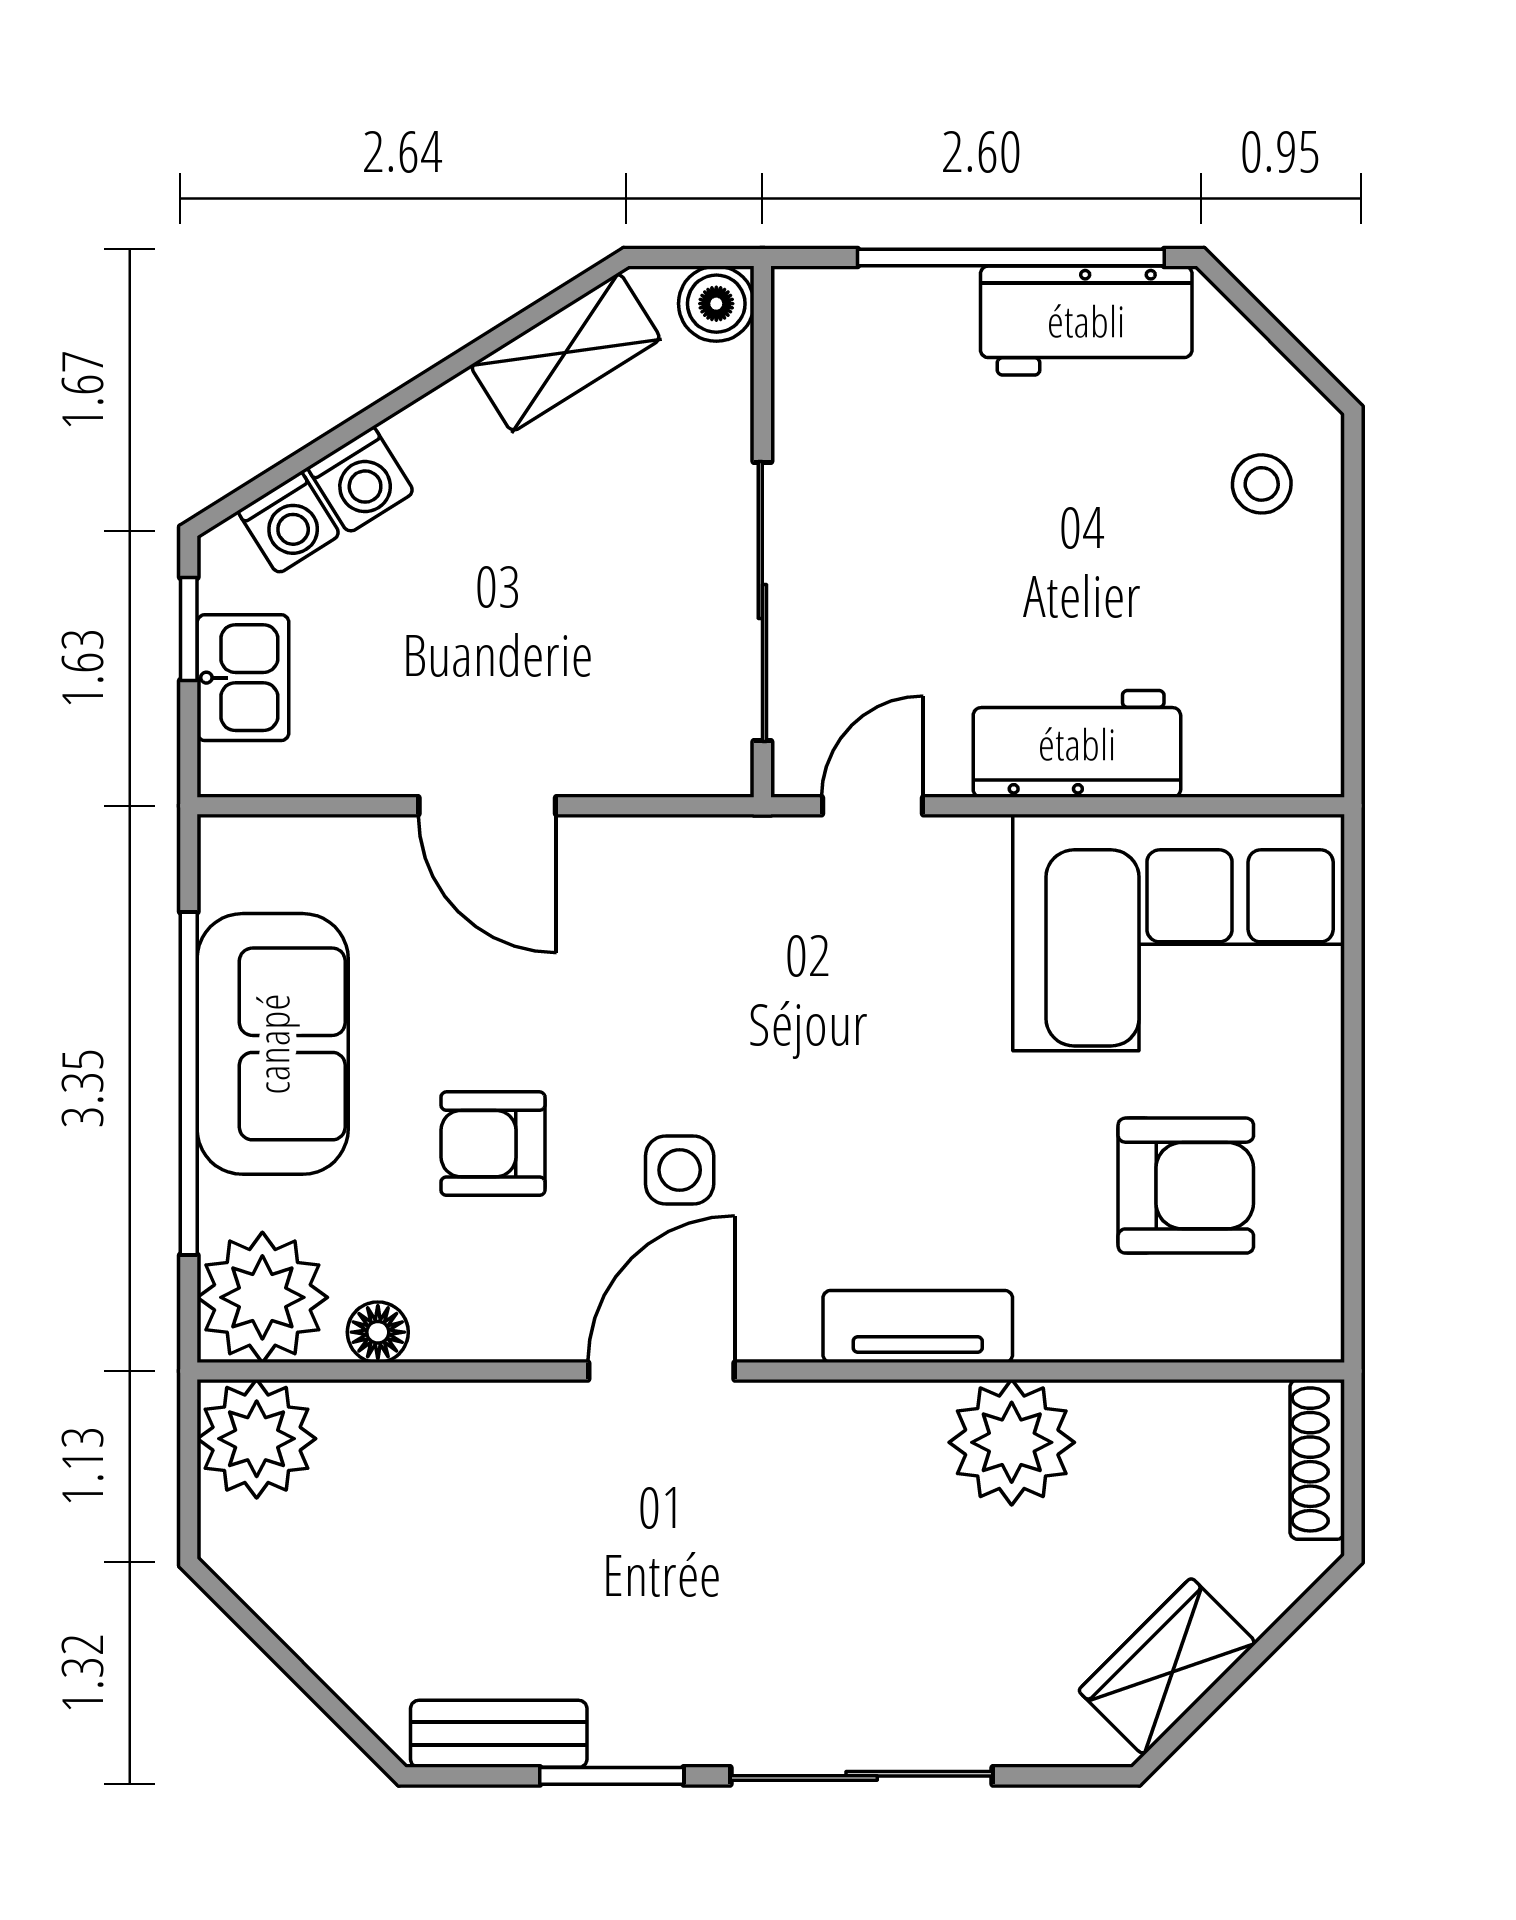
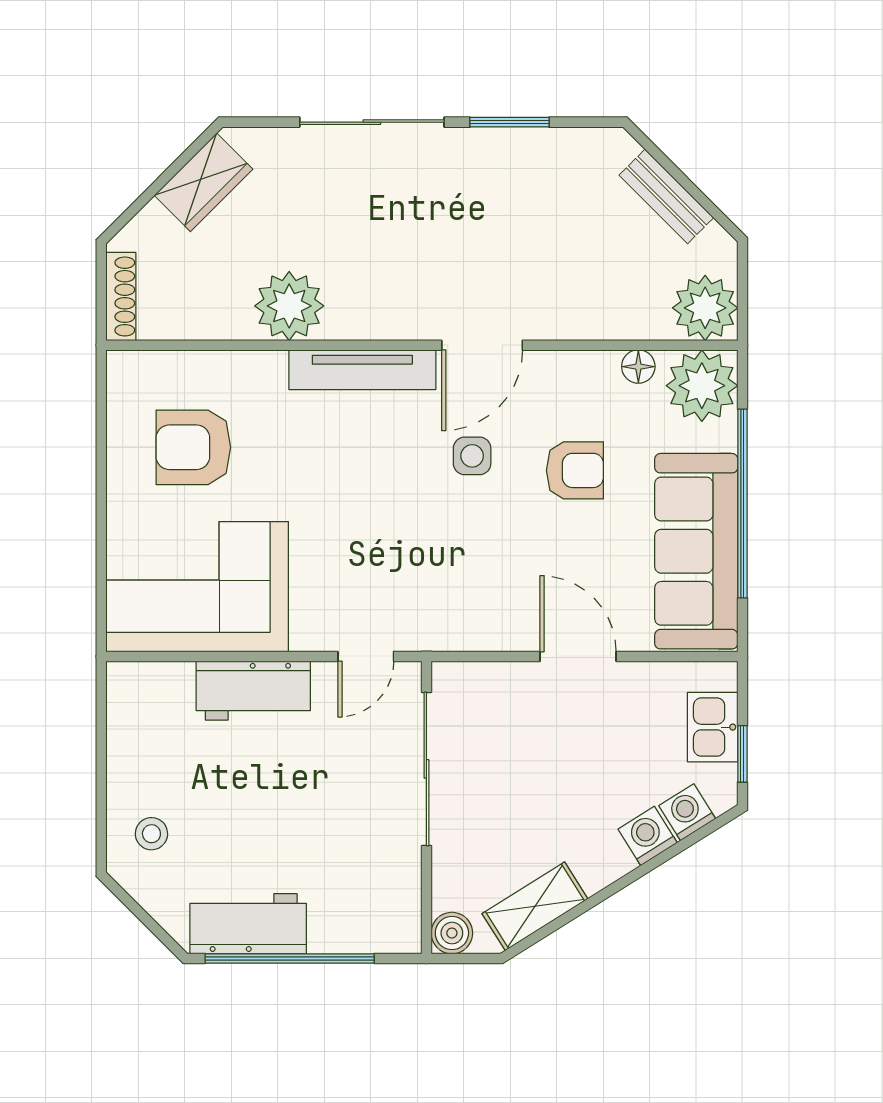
sofa: (273, 1044) -> (696, 551), width x1.36
tv unit: (918, 1326) -> (362, 370), width x1.41
bench: (499, 1734) -> (666, 196), moved, turned 45

